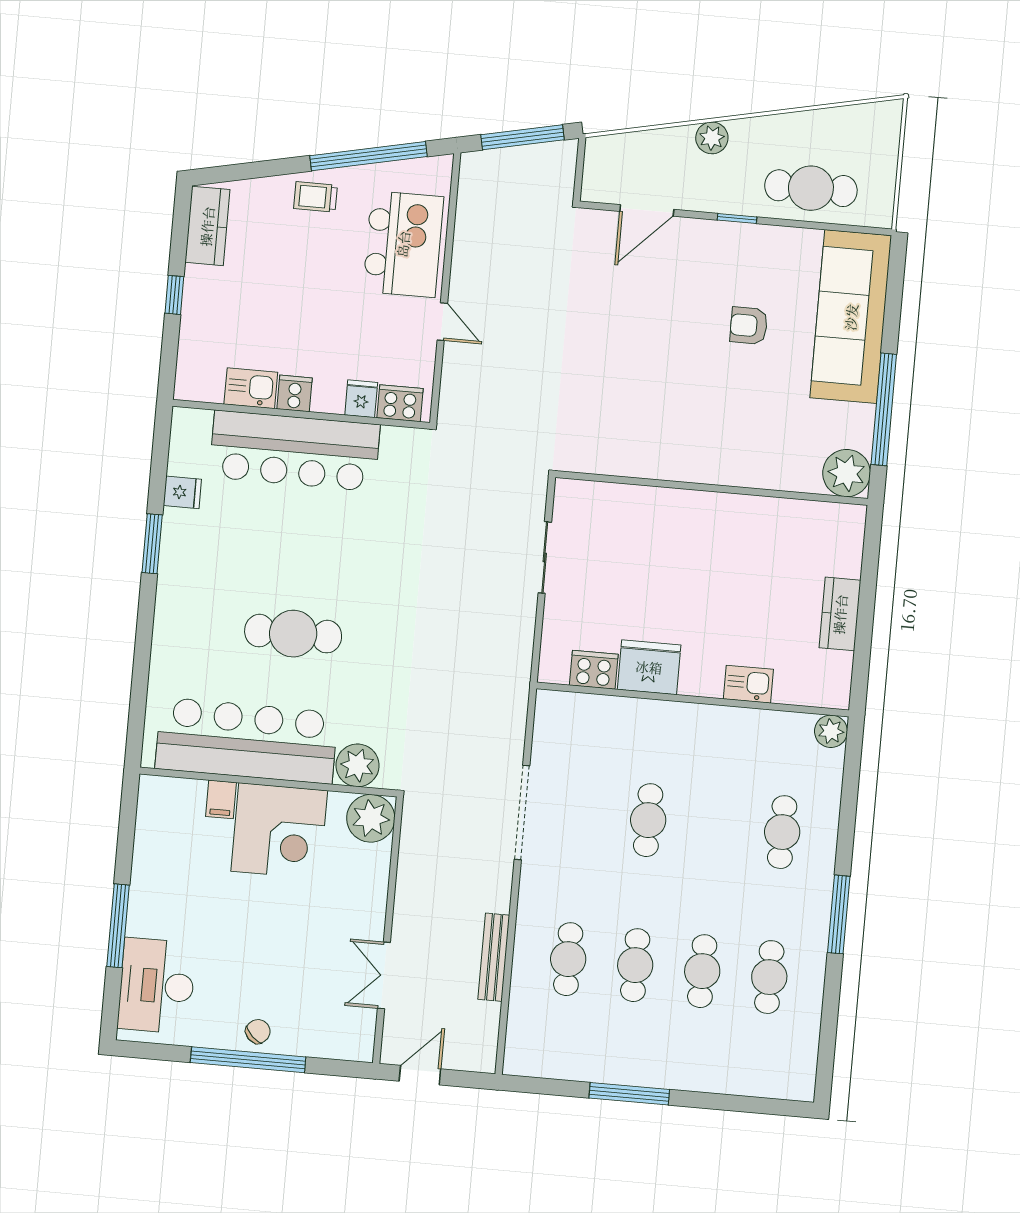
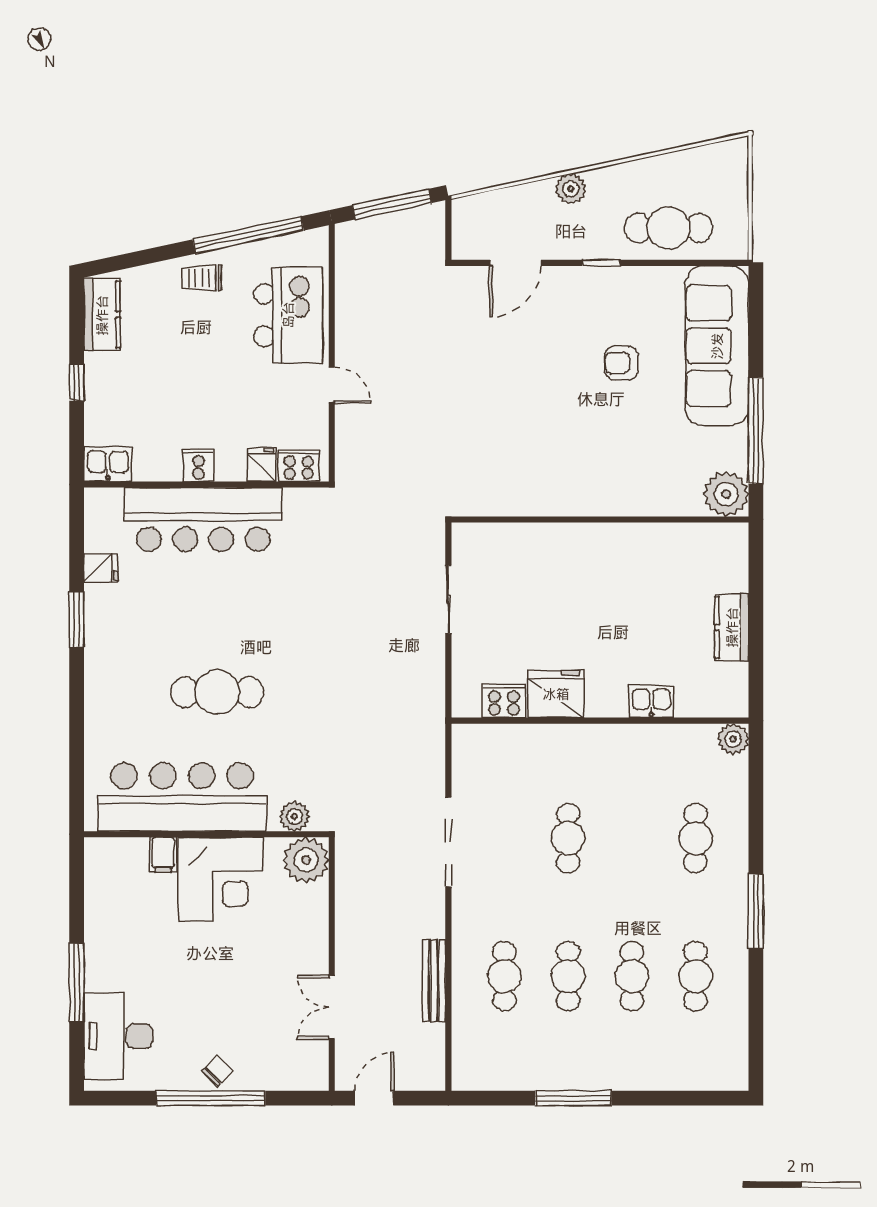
kitchen sink: (251, 388) -> (108, 464), moved
plant: (358, 765) -> (295, 816), width x0.73, depth x0.73

